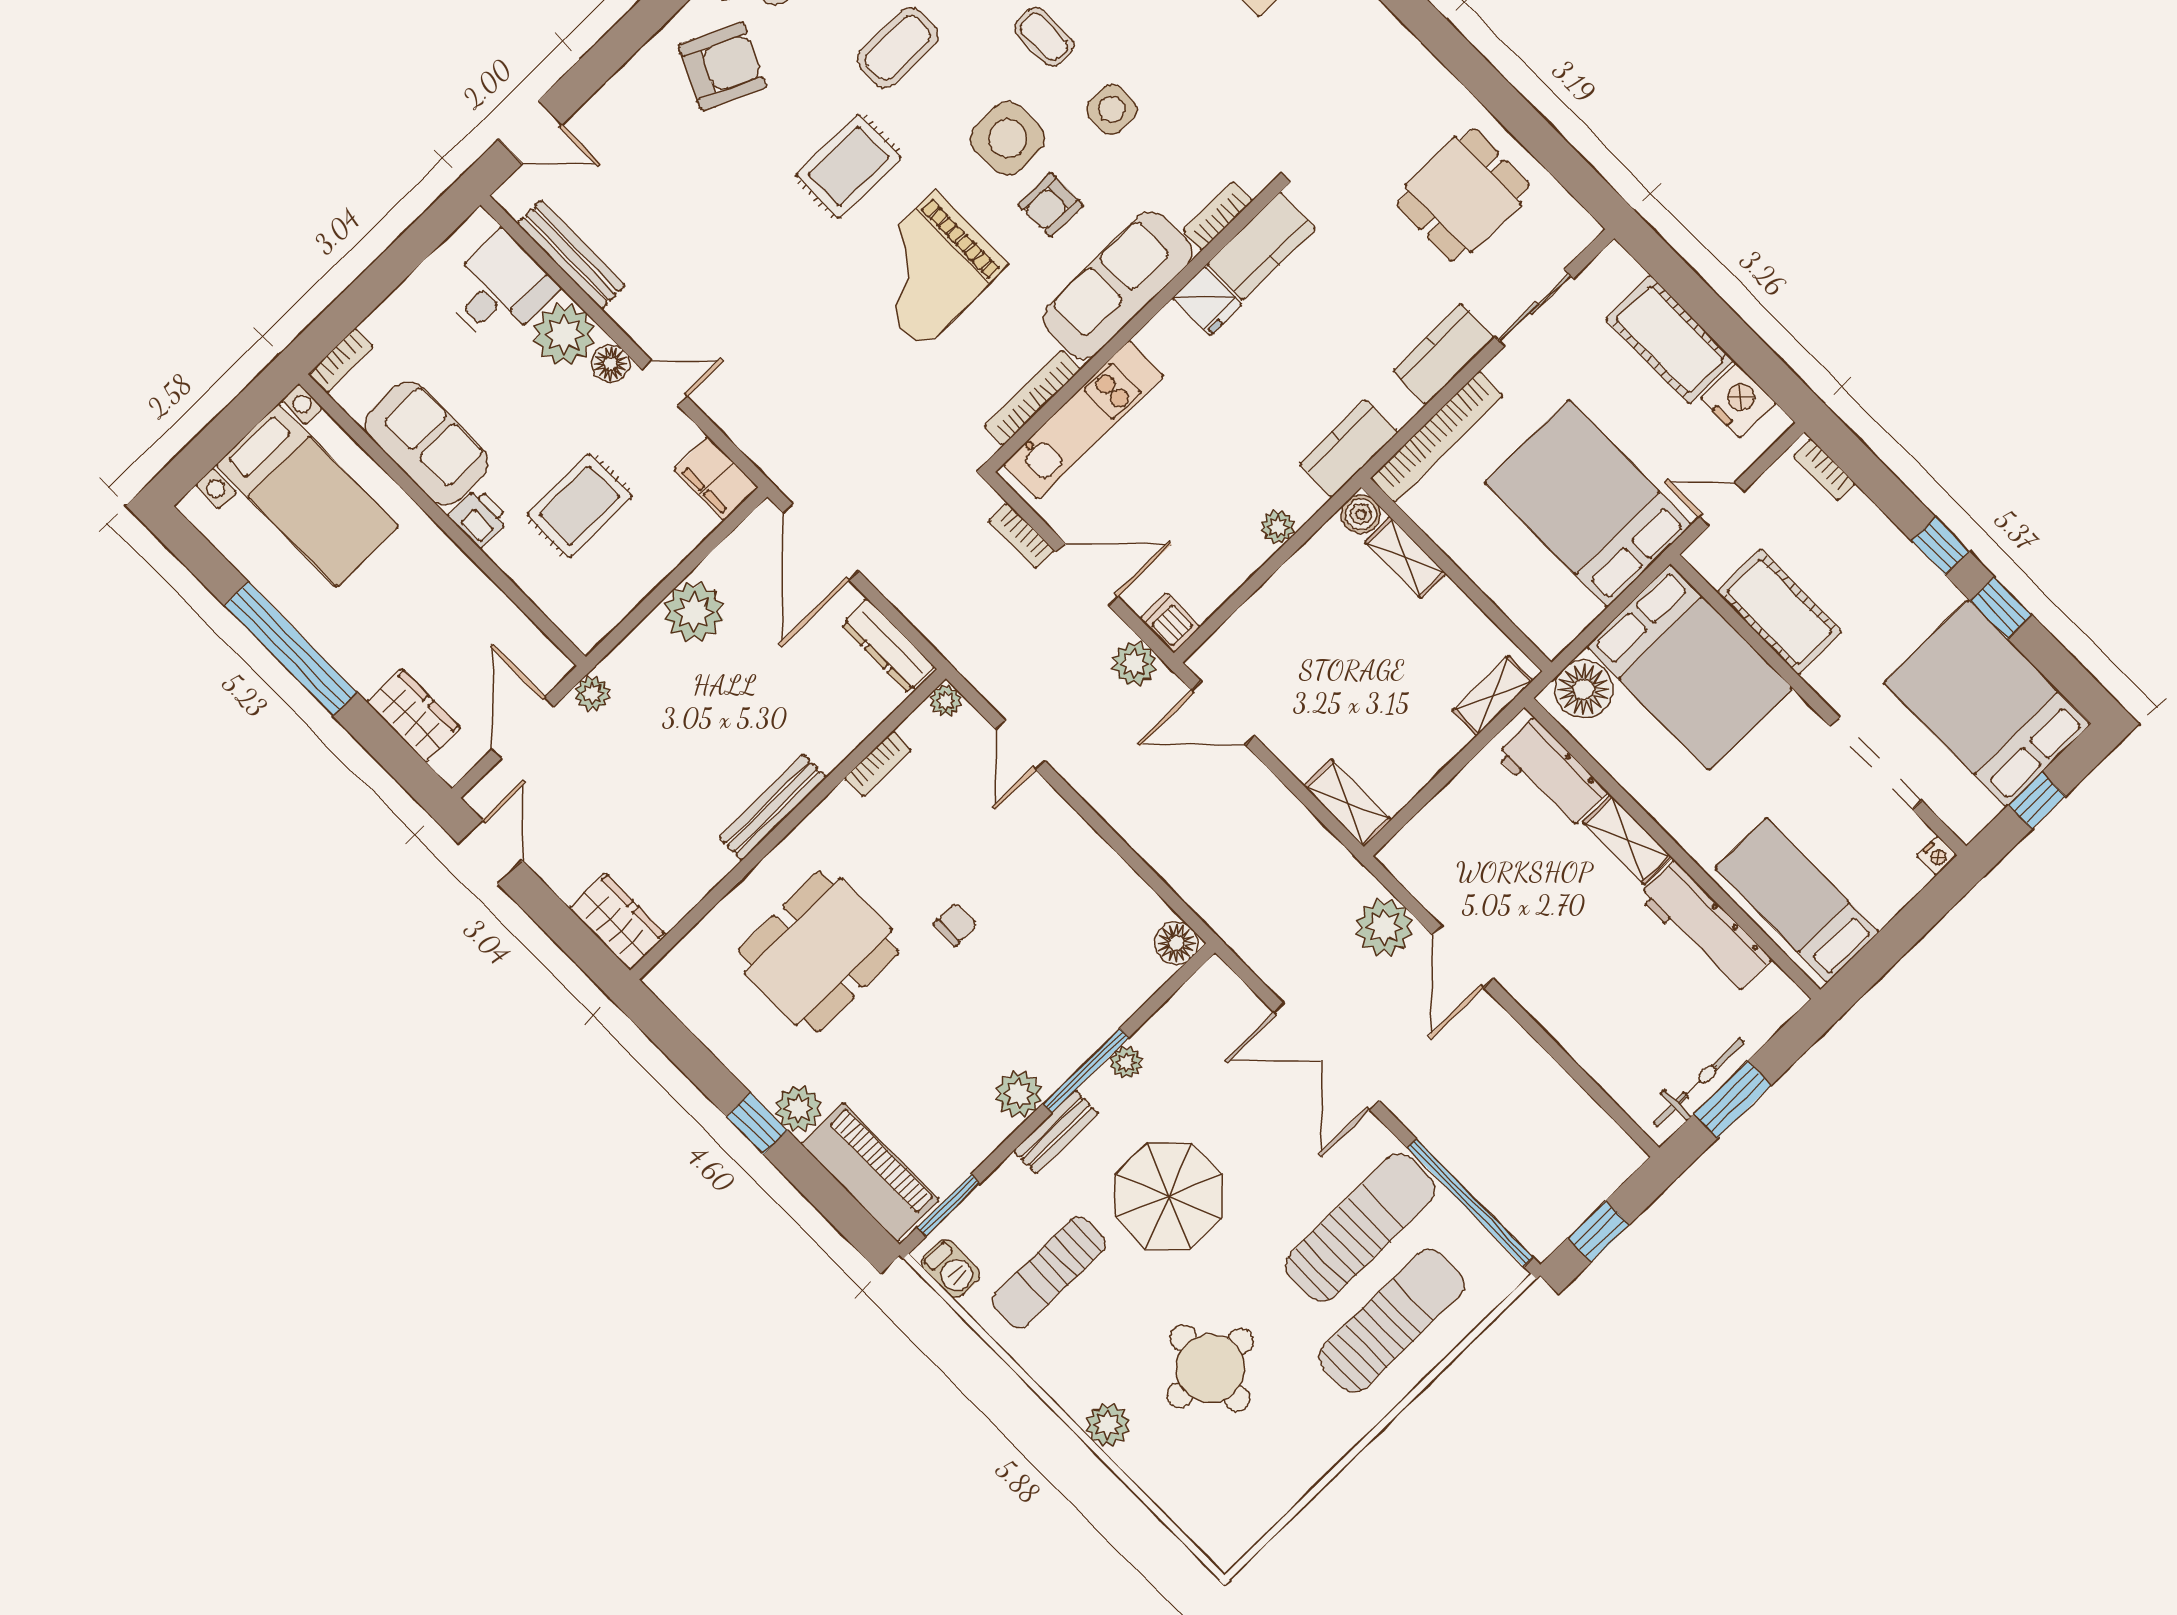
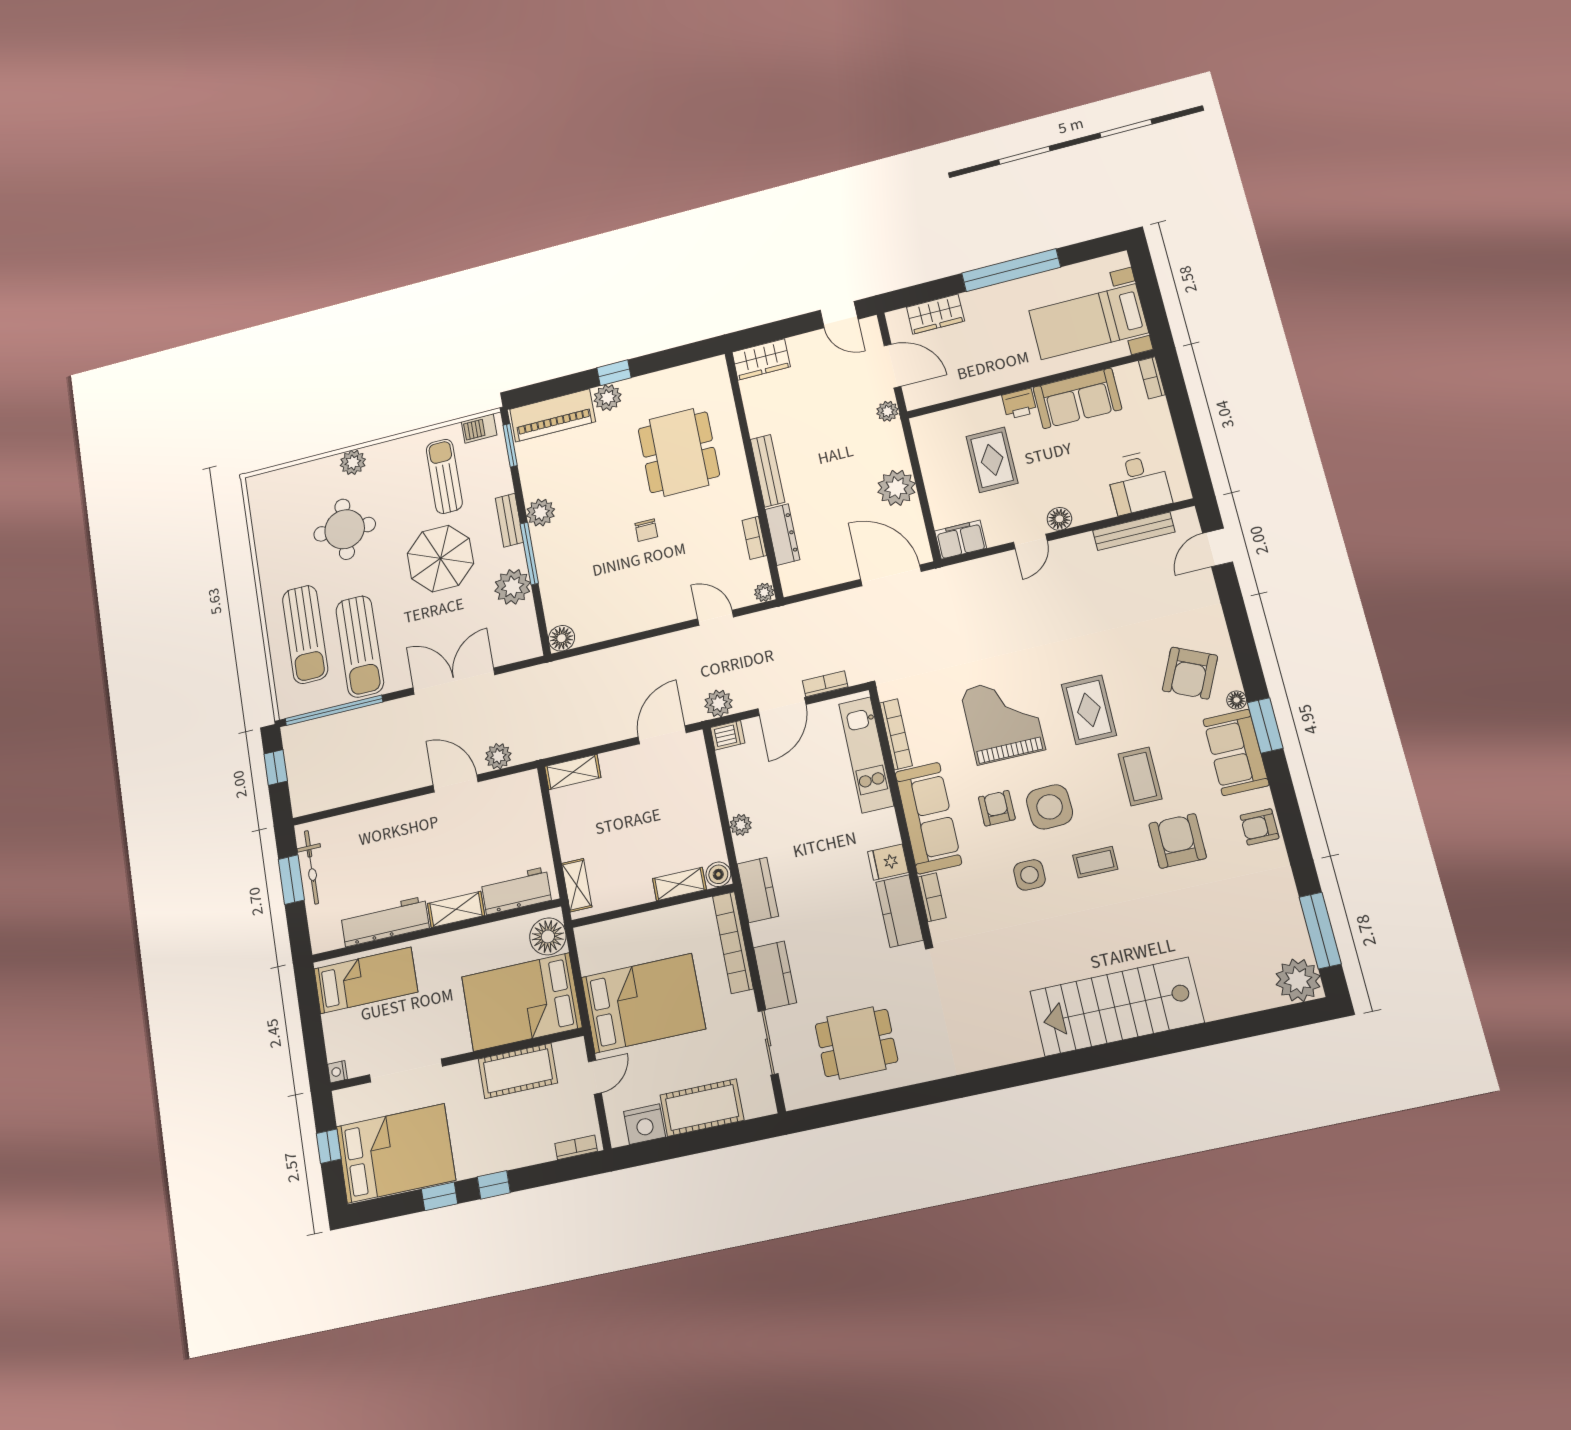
dining table: (1463, 195) -> (856, 1043), turned 90
plant: (564, 334) -> (1091, 503), removed
dresser: (888, 646) -> (782, 535), moved, turned 90
plant: (1384, 927) -> (498, 756), width x0.73, depth x0.73
plant: (1126, 1062) -> (513, 587), width x1.88, depth x1.88

